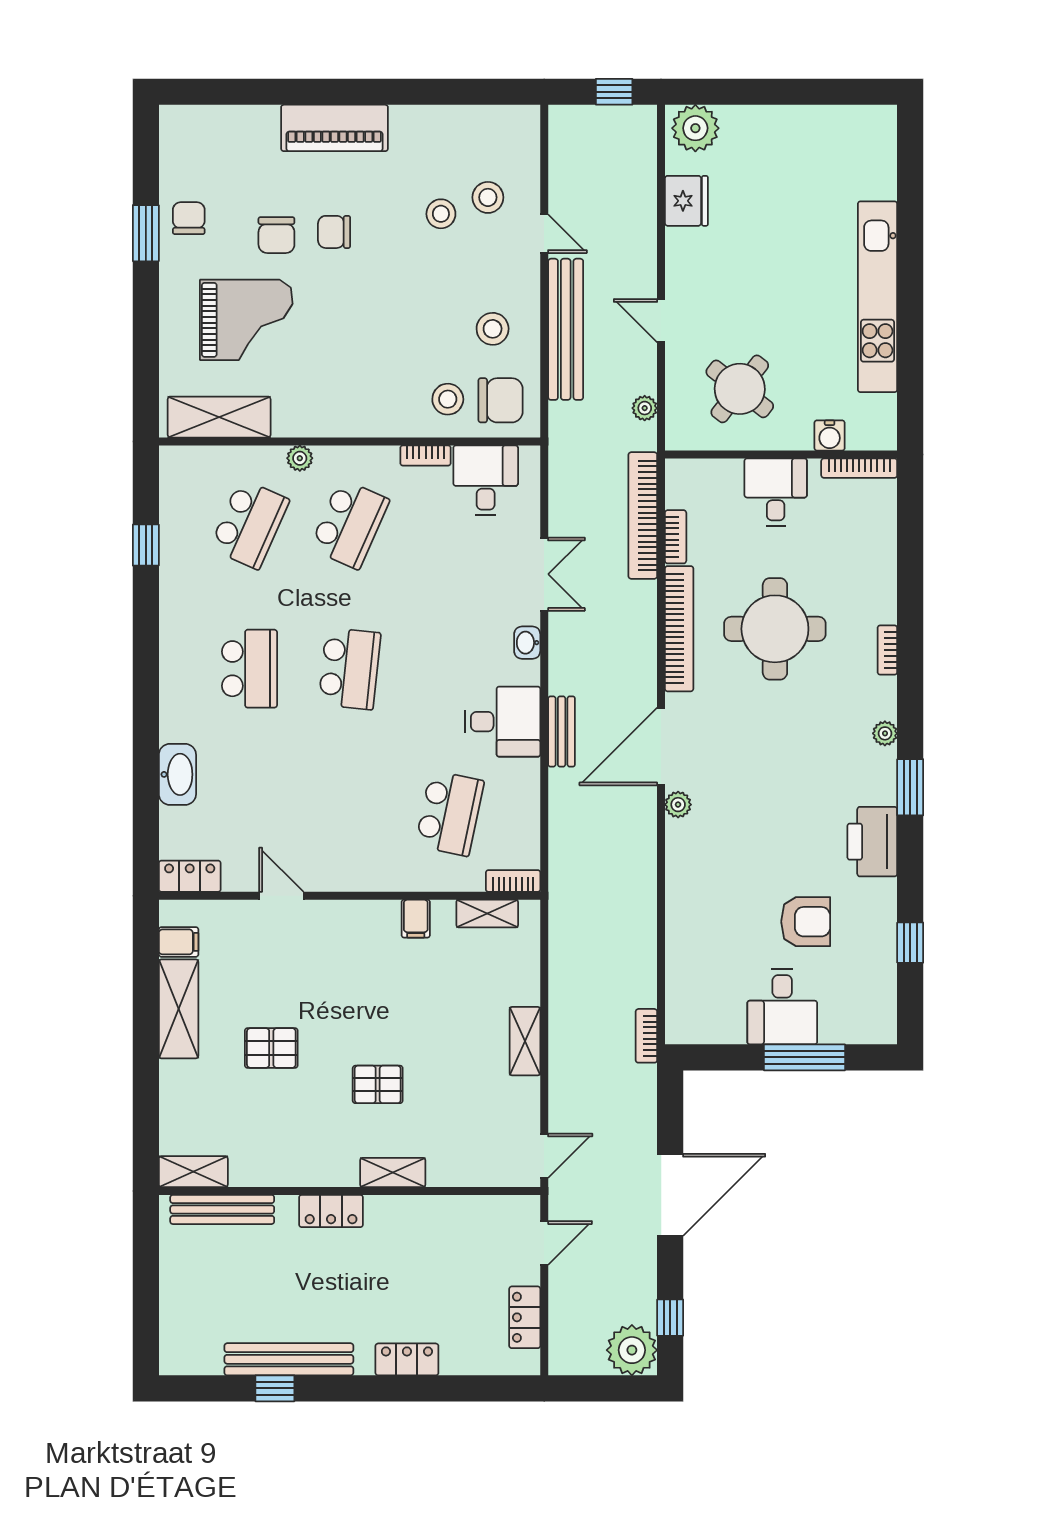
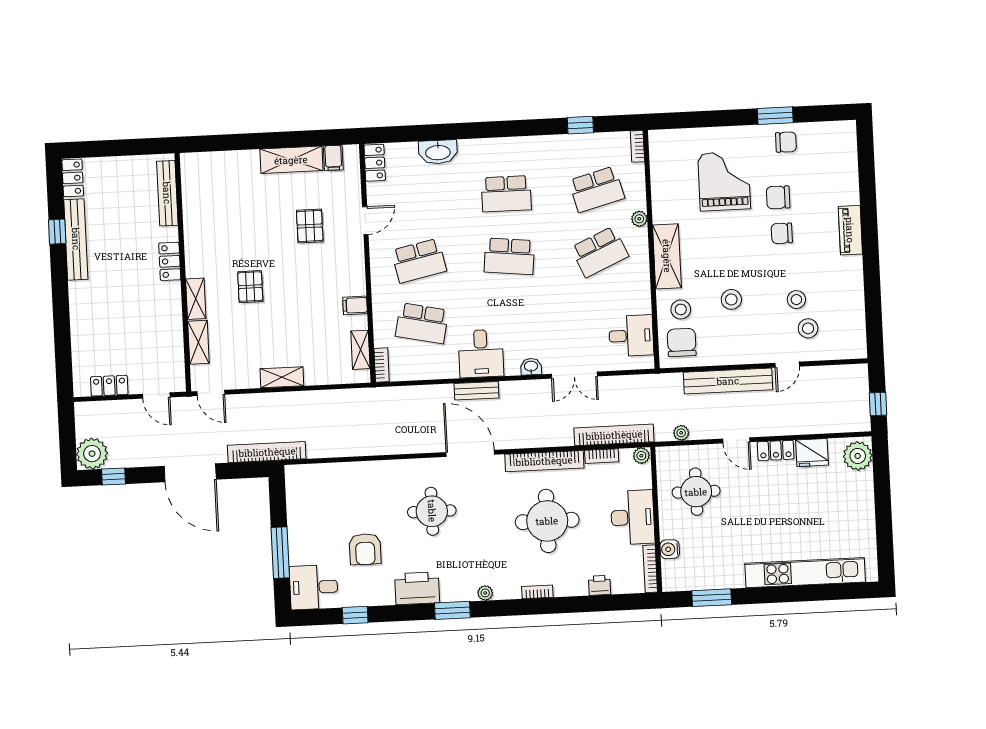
piano: (334, 128) -> (850, 230), width x0.73, depth x0.75
chair: (334, 232) -> (782, 233), turned -90
locker: (680, 259) -> (776, 450), added
kitchen unit: (878, 297) -> (805, 573), moved
grand piano: (246, 320) -> (724, 181), turned 180
door: (661, 321) -> (736, 440), swing flipped
stool: (493, 329) -> (731, 299), moved
window: (910, 372) -> (712, 598), added
round table: (740, 389) -> (696, 492), turned -38
chair: (501, 400) -> (682, 342), turned 180
shelving: (219, 417) -> (667, 256), moved
bookcase: (426, 456) -> (637, 146), moved
desk: (776, 492) -> (633, 517), width x1.37
school desk: (249, 524) -> (597, 189), turned -39
school desk: (350, 524) -> (600, 252), turned -48
printer: (882, 550) -> (600, 585), added
plant: (678, 805) -> (641, 456), moved
round table: (751, 812) -> (432, 511), added
school desk: (350, 813) -> (419, 261), added
desk: (782, 1007) -> (314, 587), moved
bookcase: (646, 1036) -> (267, 452), width x2.31, depth x1.31
pallet: (271, 1048) -> (310, 226), moved
shelving: (193, 1172) -> (198, 342), moved
locker: (407, 1359) -> (73, 178), moved

